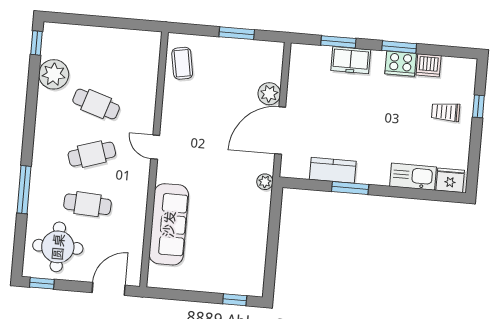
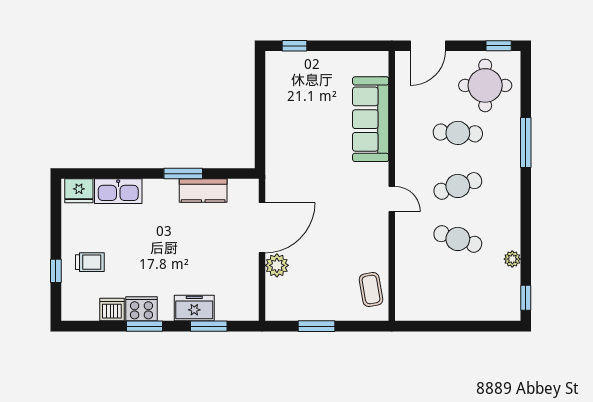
plant: (54, 74) -> (512, 259), width x0.53, depth x0.53
plant: (265, 182) -> (273, 173), removed

